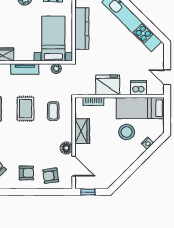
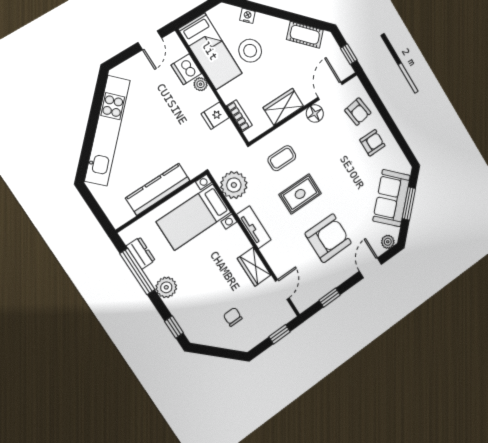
plant: (56, 69) -> (234, 185), width x1.87, depth x1.87
fridge: (108, 85) -> (215, 116), width x0.53, depth x0.75
plant: (125, 90) -> (201, 84), added
cot: (116, 172) -> (305, 35), added
armchair: (26, 173) -> (372, 143), turned 90

